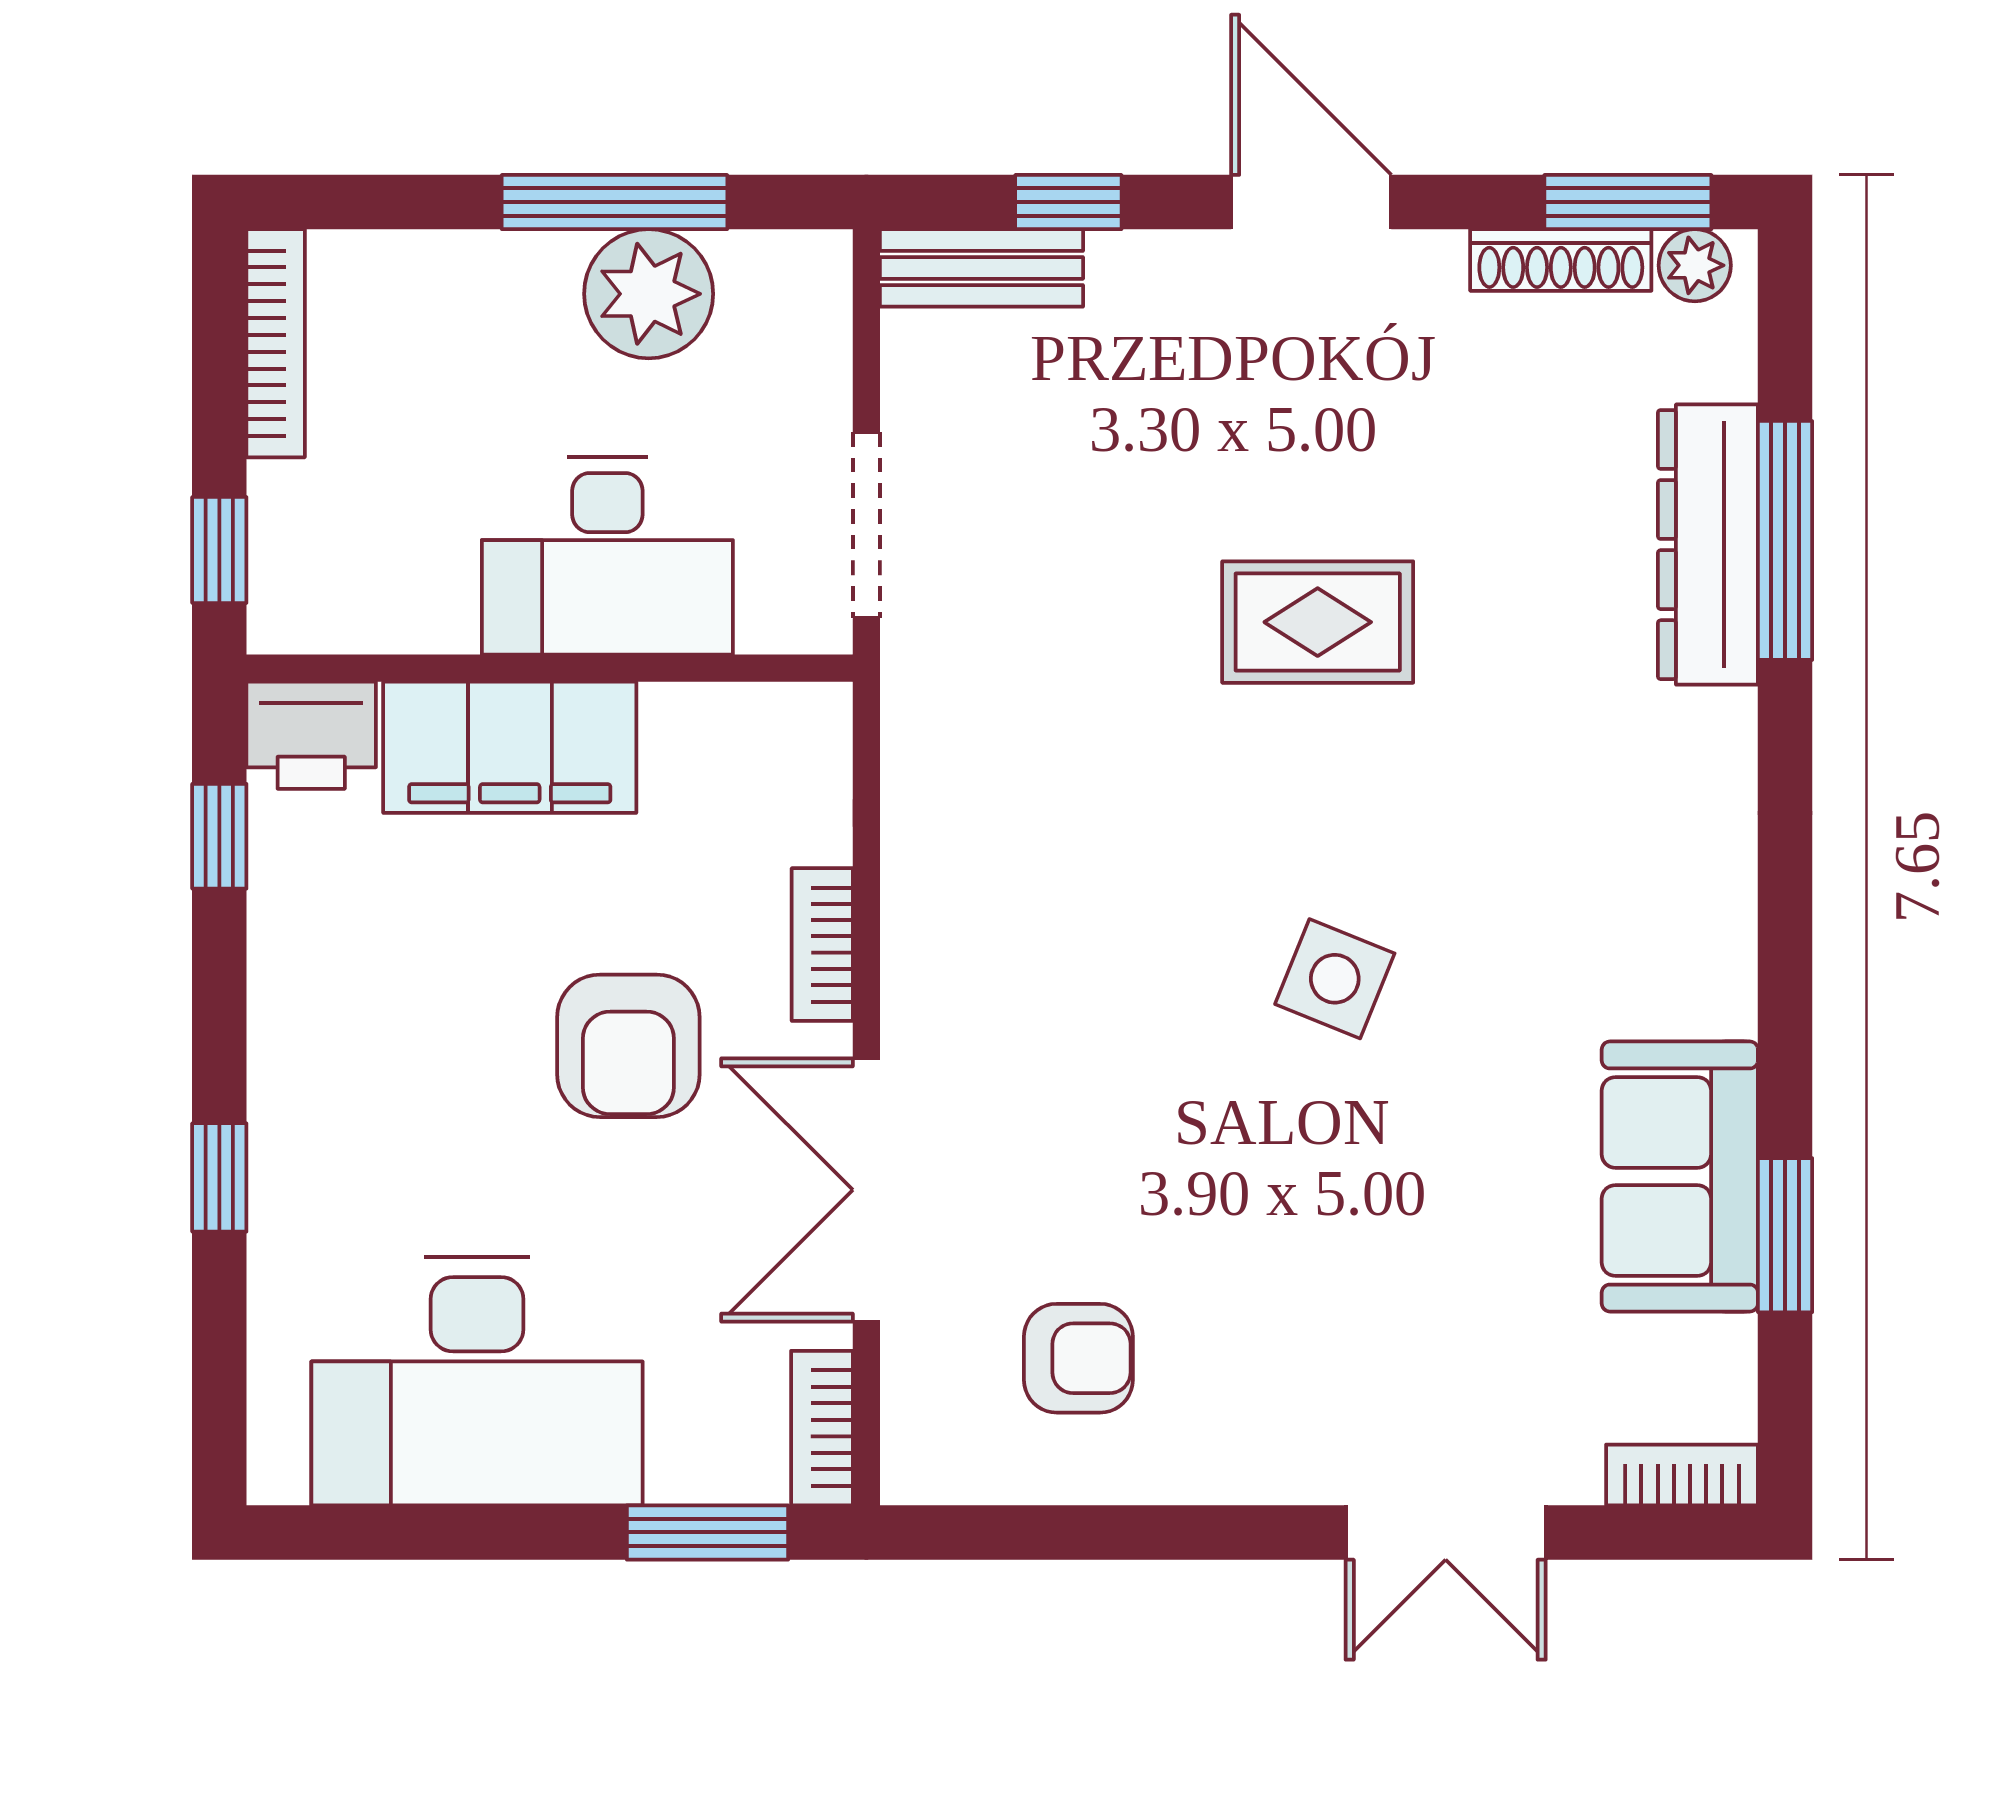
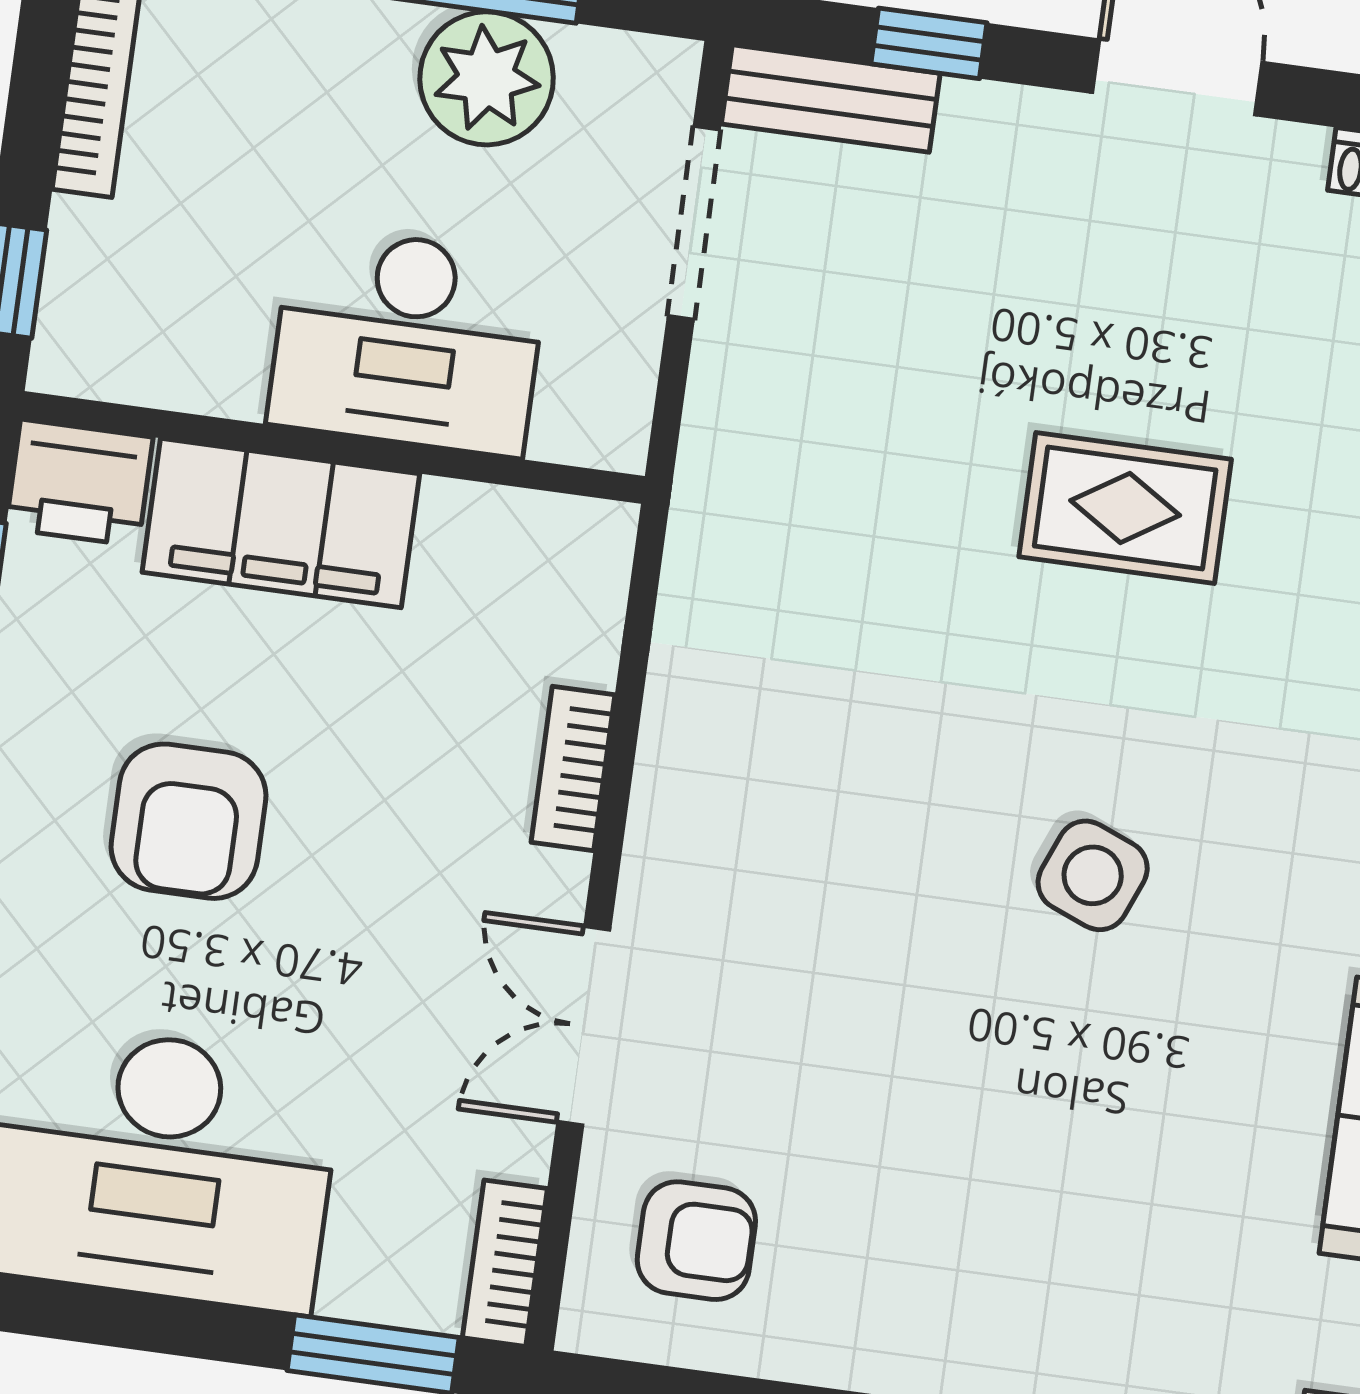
doorway: (866, 525) -> (694, 223), moved
armchair: (628, 1046) -> (189, 821), moved
double door: (866, 1190) -> (584, 1026), width x0.73
armchair: (1078, 1358) -> (696, 1241), moved

